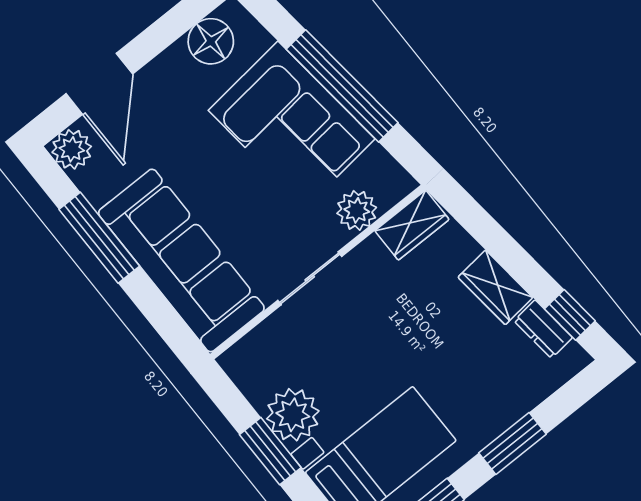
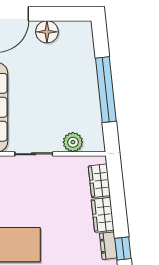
floor lamp: (211, 41) -> (47, 32), moved
corner sofa: (292, 125) -> (74, 89), removed
wardrobe: (412, 225) -> (99, 181), moved, turned 84

